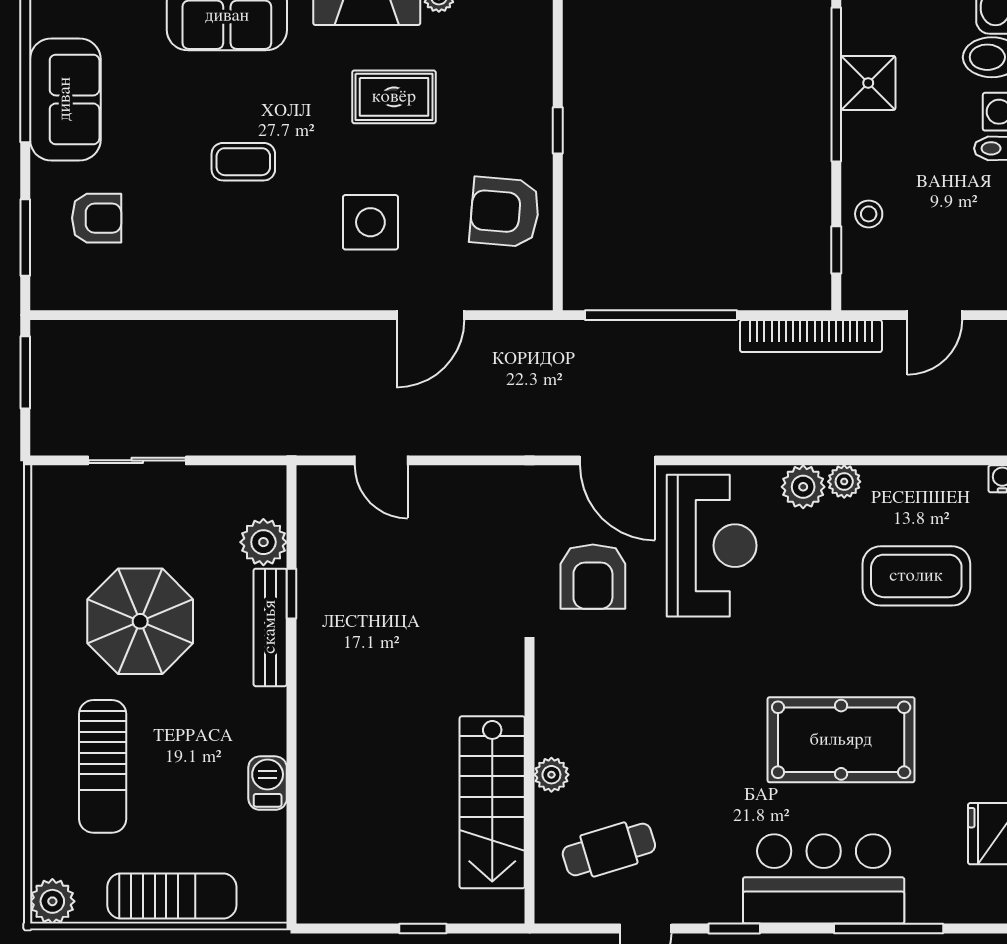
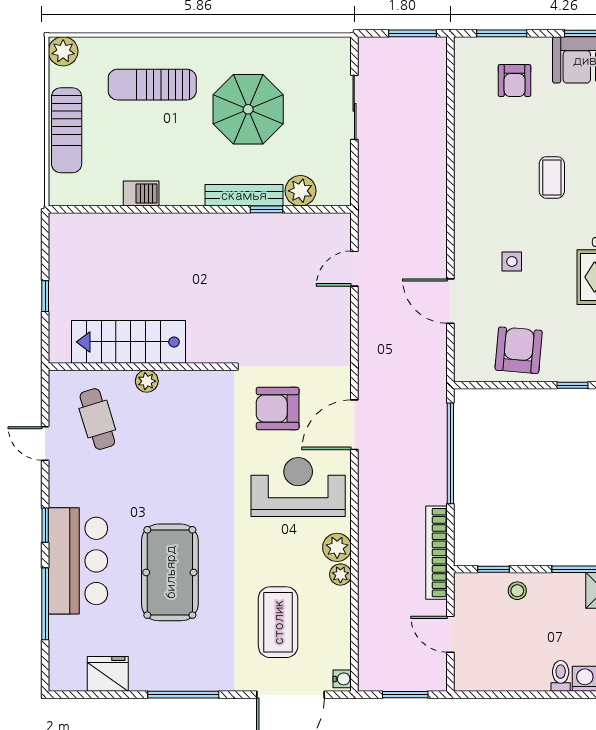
side table: (370, 222) -> (512, 261), width x0.54, depth x0.54
reception desk: (712, 546) -> (298, 487), turned 180
window: (734, 928) -> (45, 525), moved

